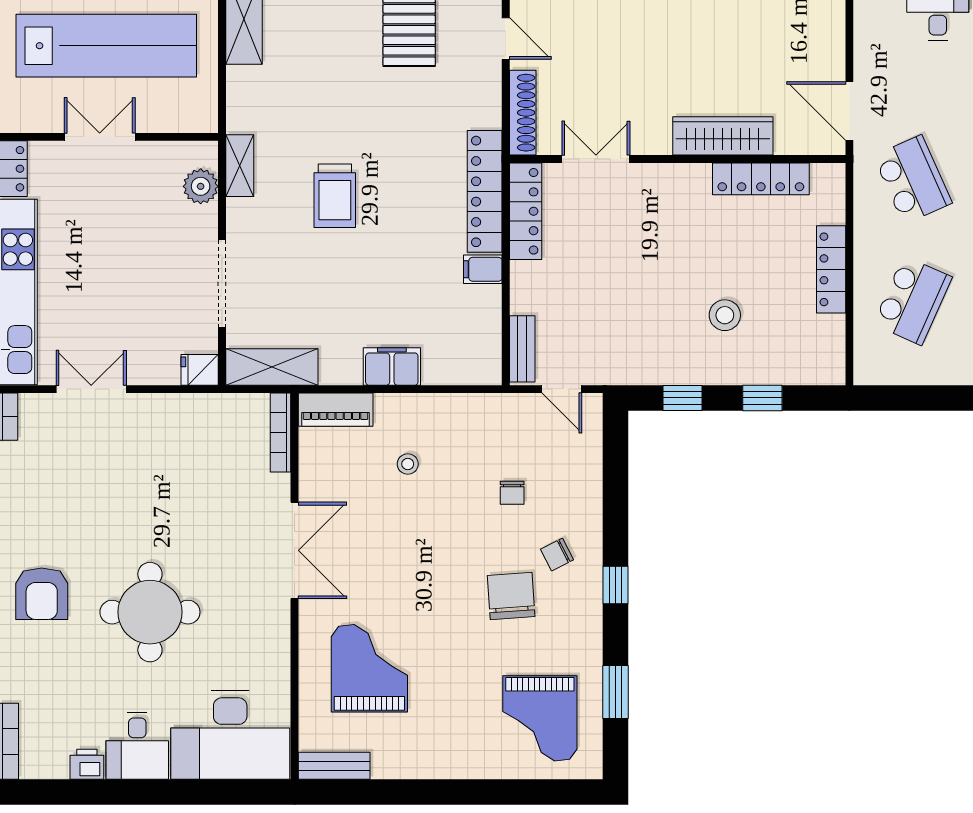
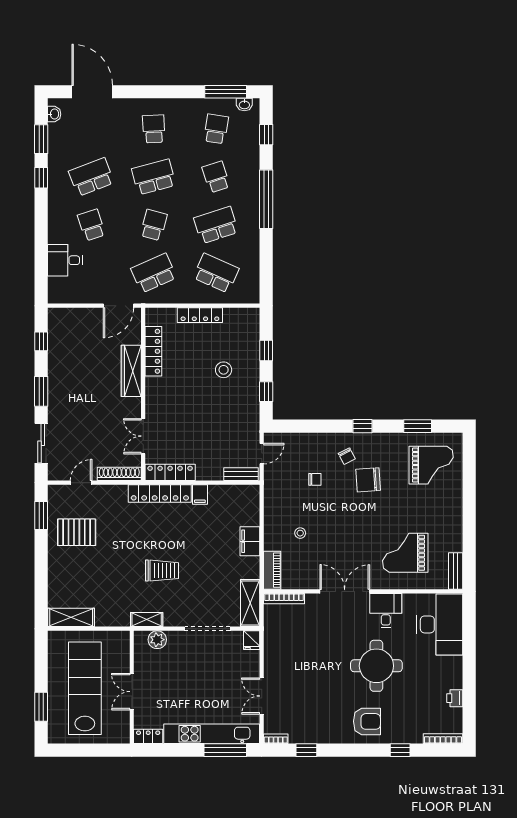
desk: (137, 746) -> (386, 611), moved, turned -90

